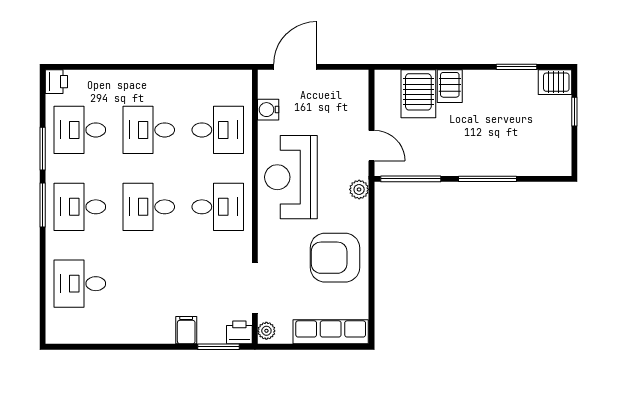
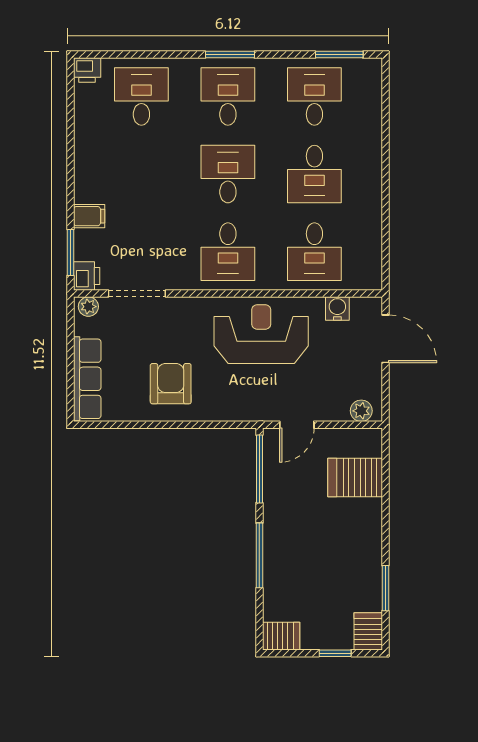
printer: (56, 82) -> (87, 70), moved
server rack: (450, 86) -> (281, 636), moved, turned 180
desk: (149, 130) -> (314, 174), turned 180
window: (43, 149) -> (339, 55), moved
plant: (359, 189) -> (361, 411), moved
armchair: (335, 258) -> (171, 384), width x0.73, depth x0.73

